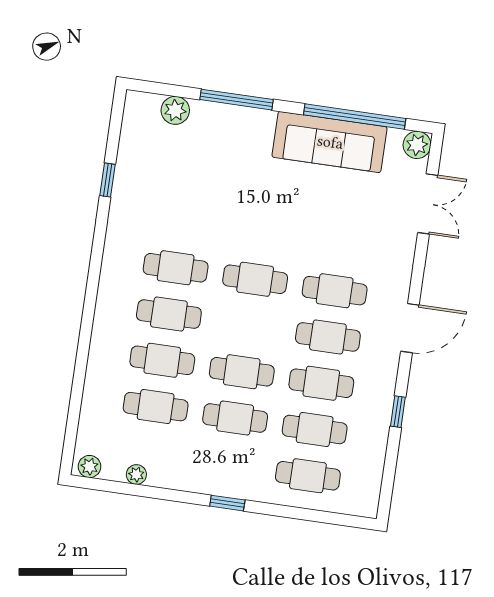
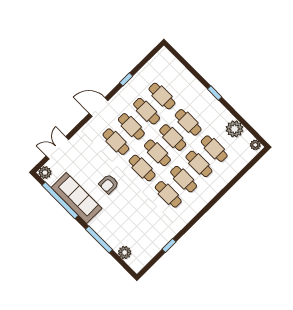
armchair: (292, 208) -> (109, 184), added
plant: (136, 475) -> (235, 129), width x1.88, depth x1.88
cafe table: (308, 476) -> (157, 153), moved

